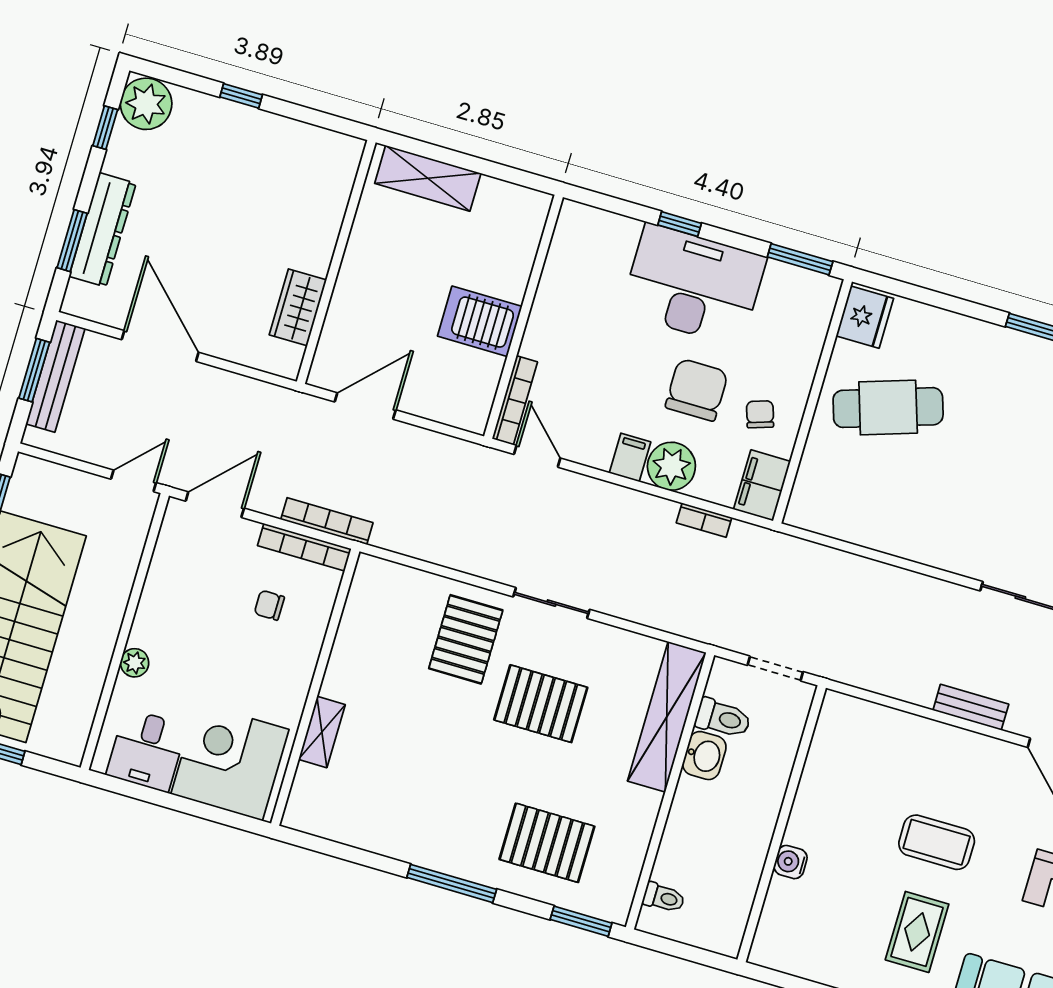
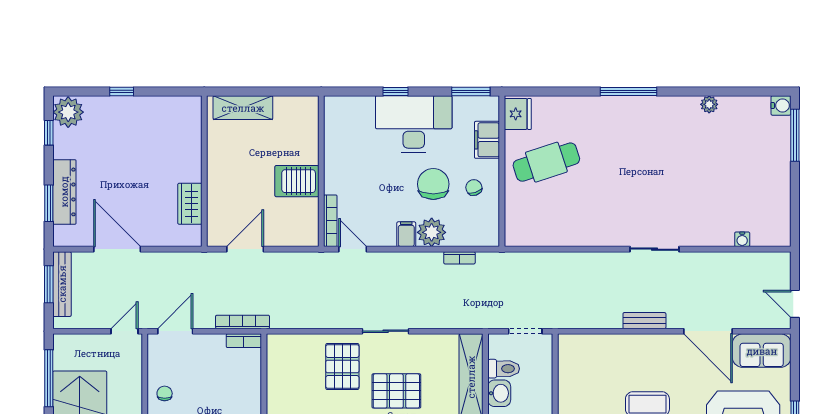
filing cabinet: (762, 485) -> (487, 140), moved
bookcase: (304, 547) -> (244, 341), width x0.64
chair: (269, 605) -> (165, 393), moved, turned 90

